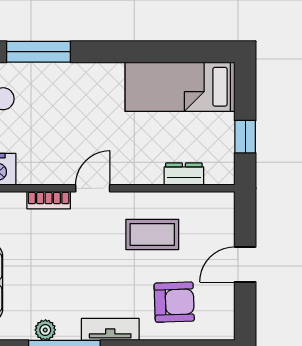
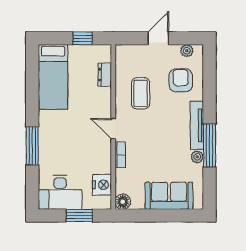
window: (38, 52) -> (32, 146), moved
door: (245, 264) -> (158, 38), swing flipped
plant: (224, 312) -> (187, 51), added
tv unit: (110, 329) -> (197, 125), width x1.41

